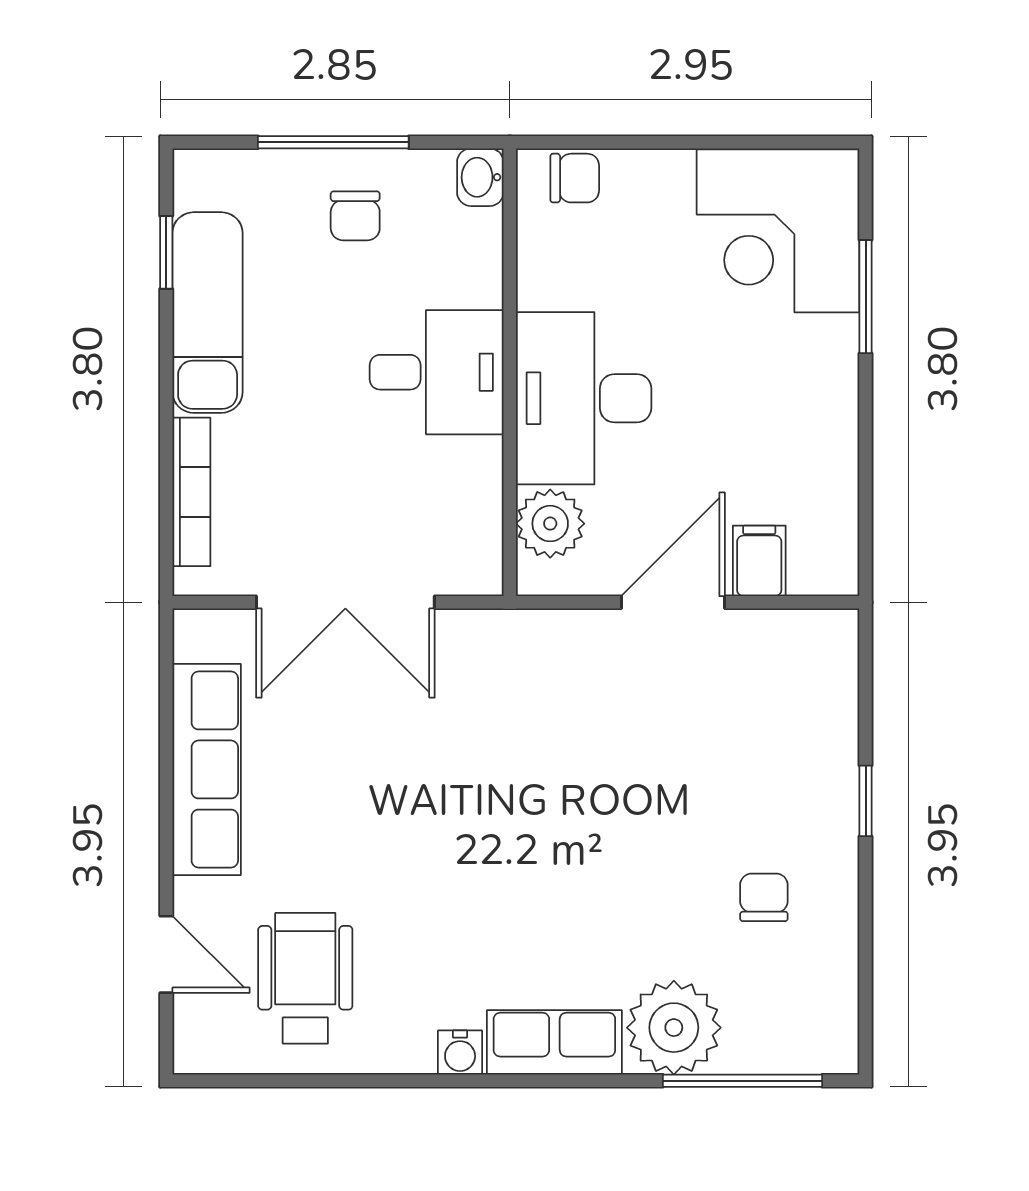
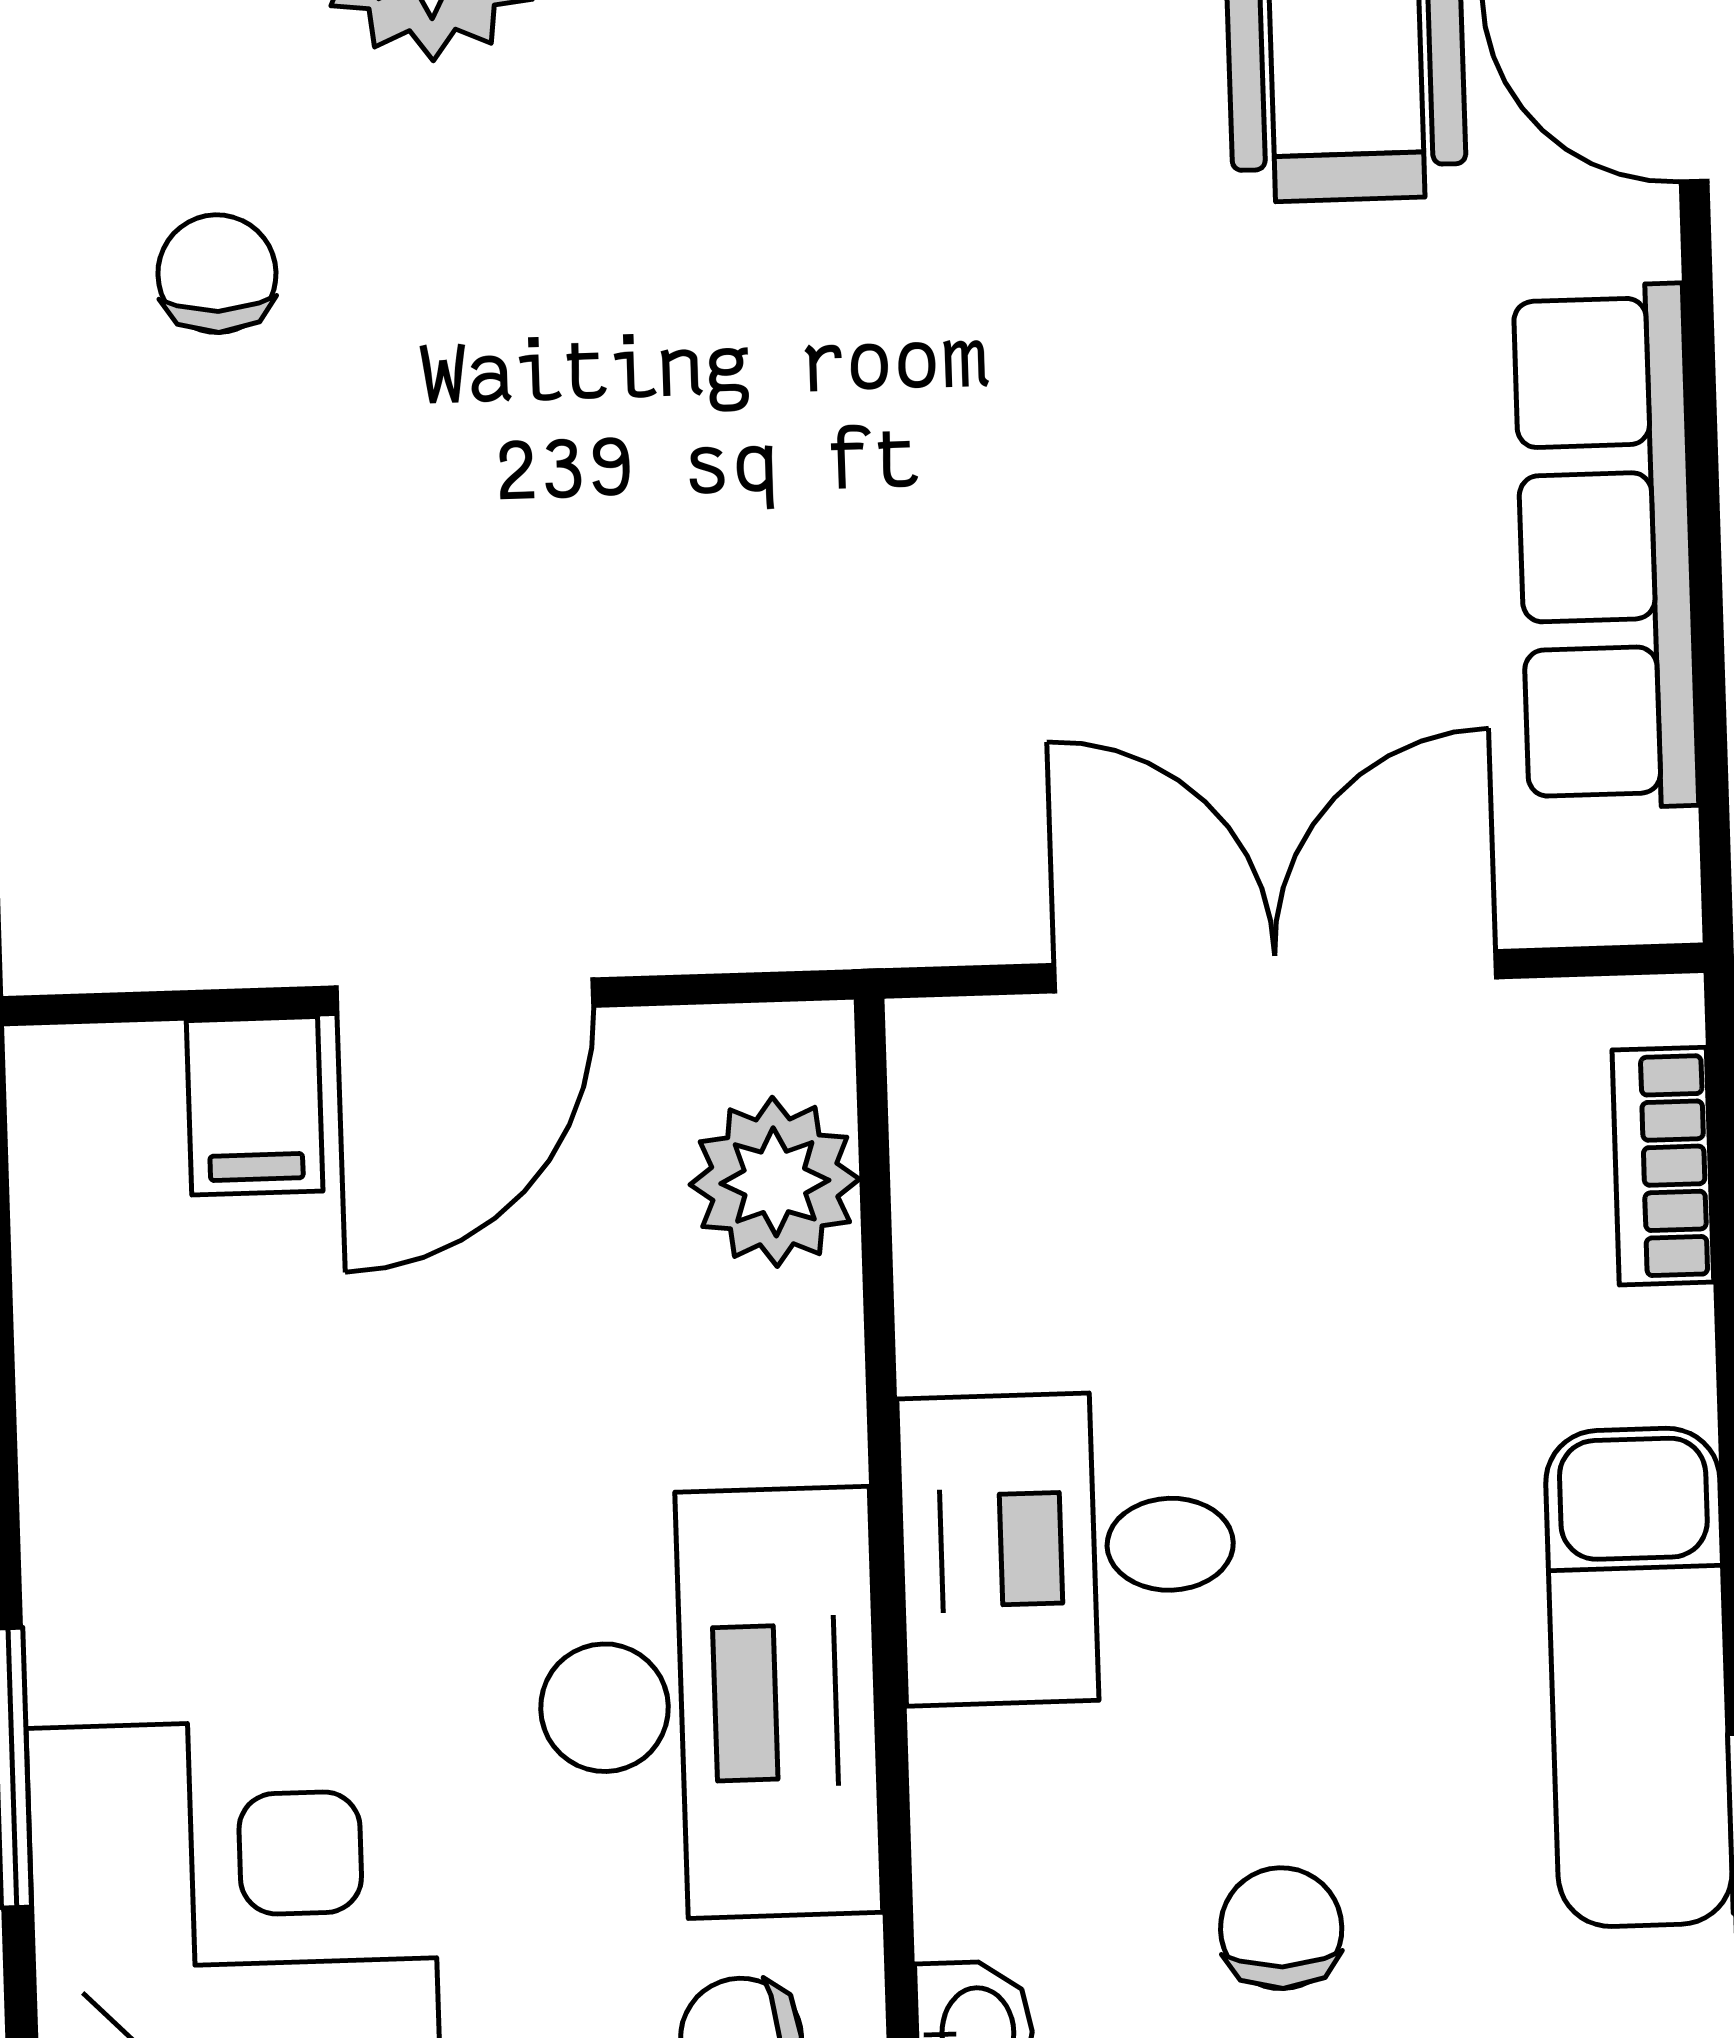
desk: (584, 398) -> (708, 1704), moved
bookcase: (191, 492) -> (1663, 1166), width x0.64
chair: (764, 897) -> (217, 274), turned 180

